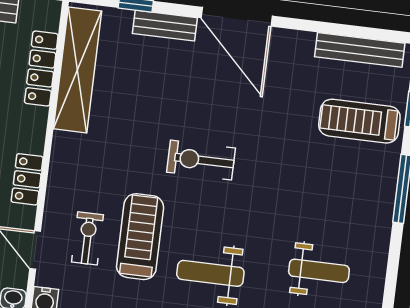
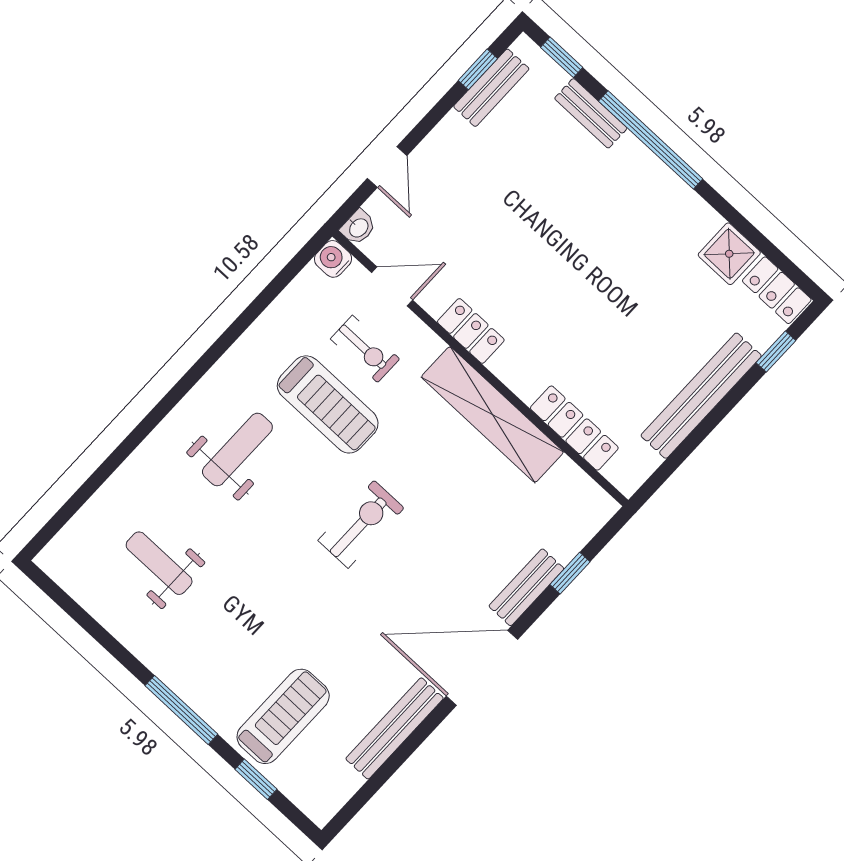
bench: (360, 50) -> (395, 728), moved
shelving: (77, 70) -> (492, 414), moved
weight bench: (319, 271) -> (159, 563), turned 90

